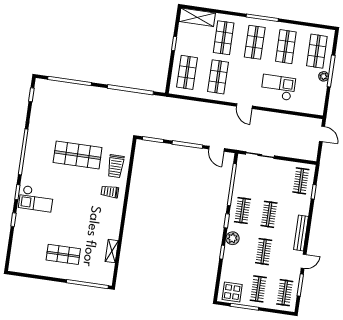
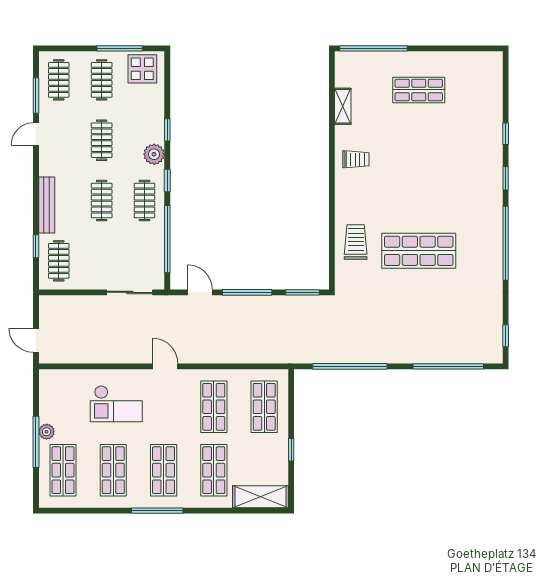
trolley: (110, 192) -> (356, 159), moved
checkout: (36, 199) -> (474, 172), removed
bench: (301, 233) -> (47, 205), moved

